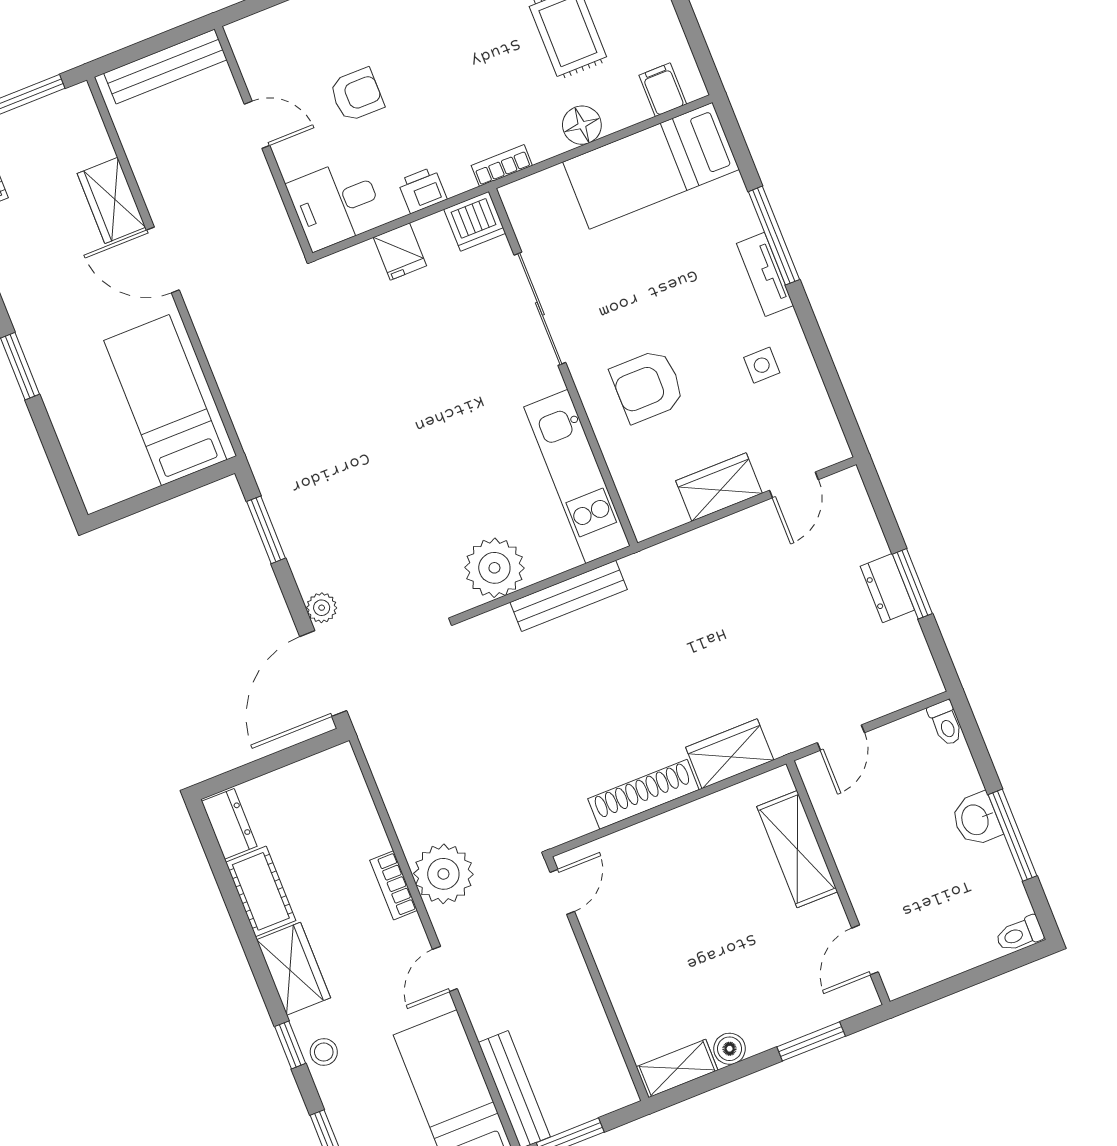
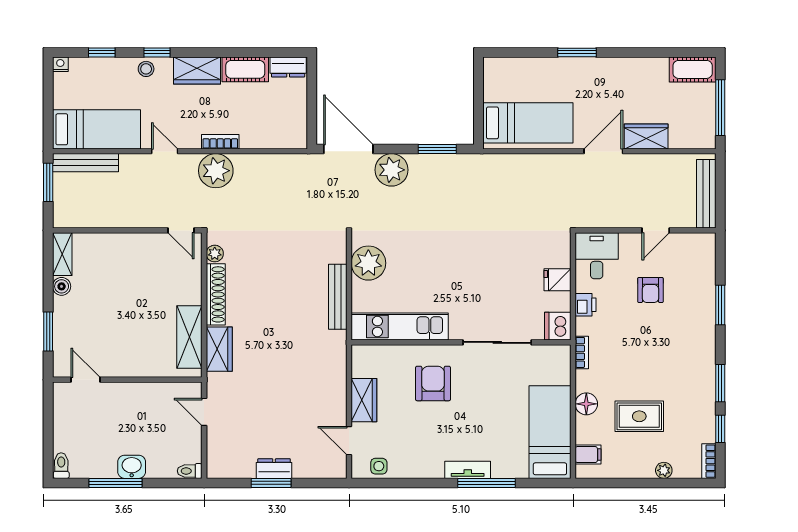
side table: (762, 365) -> (379, 466), moved
plant: (322, 608) -> (392, 170), width x1.88, depth x1.88
plant: (578, 822) -> (215, 254), added
shelving: (797, 849) -> (189, 337), moved, turned 90

